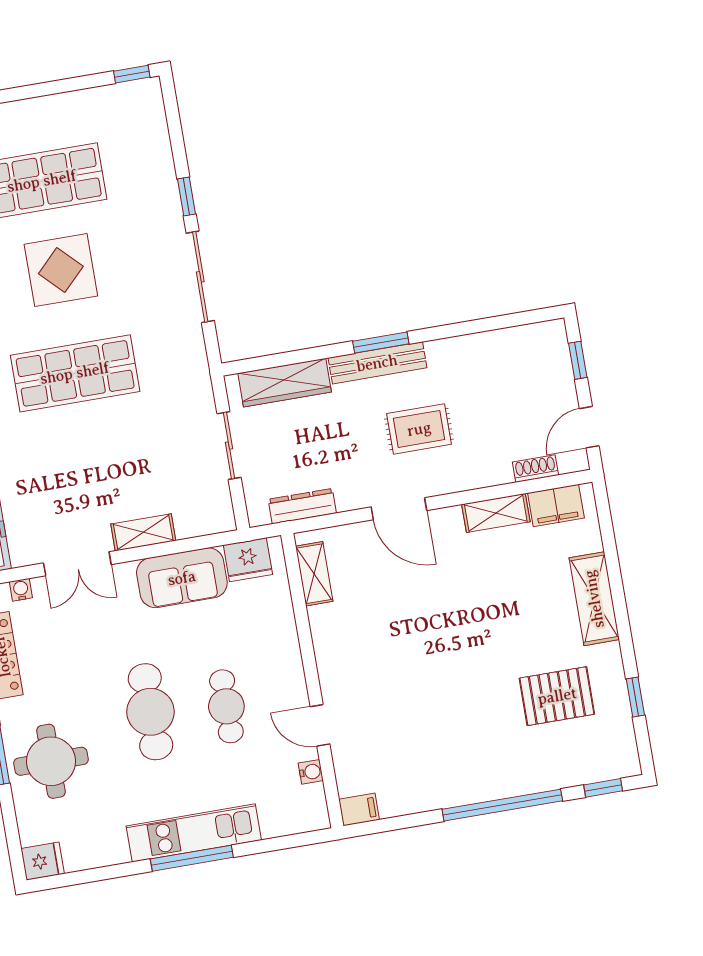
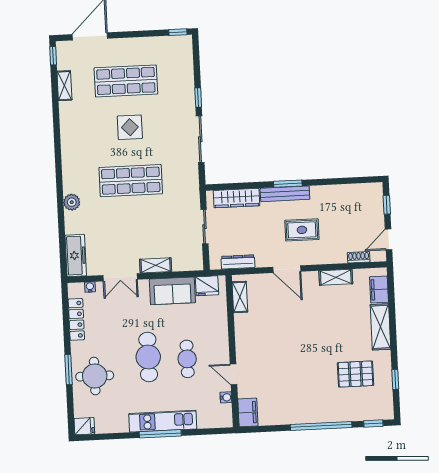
display table: (61, 270) -> (130, 127), width x0.73, depth x0.73
filing cabinet: (556, 506) -> (379, 290), moved, turned 90
filing cabinet: (359, 809) -> (248, 412), width x2.00

